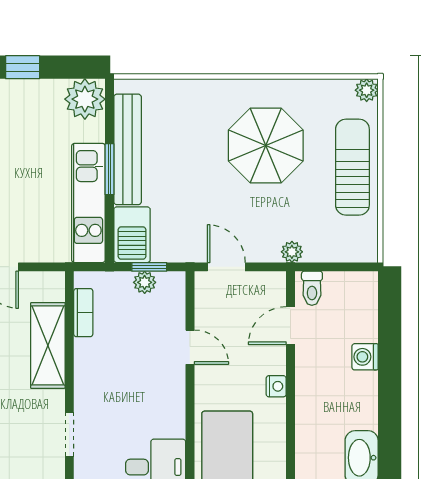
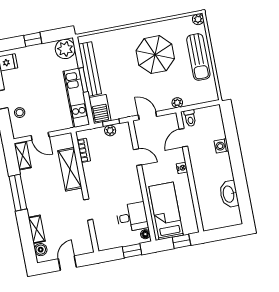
sun lounger: (352, 167) -> (198, 57), turned 180

